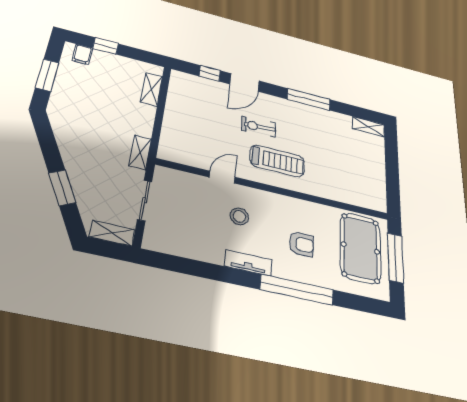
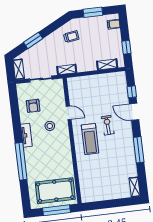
window: (106, 46) -> (126, 47), moved
trolley: (80, 123) -> (71, 37), added
armchair: (301, 244) -> (33, 106), moved

